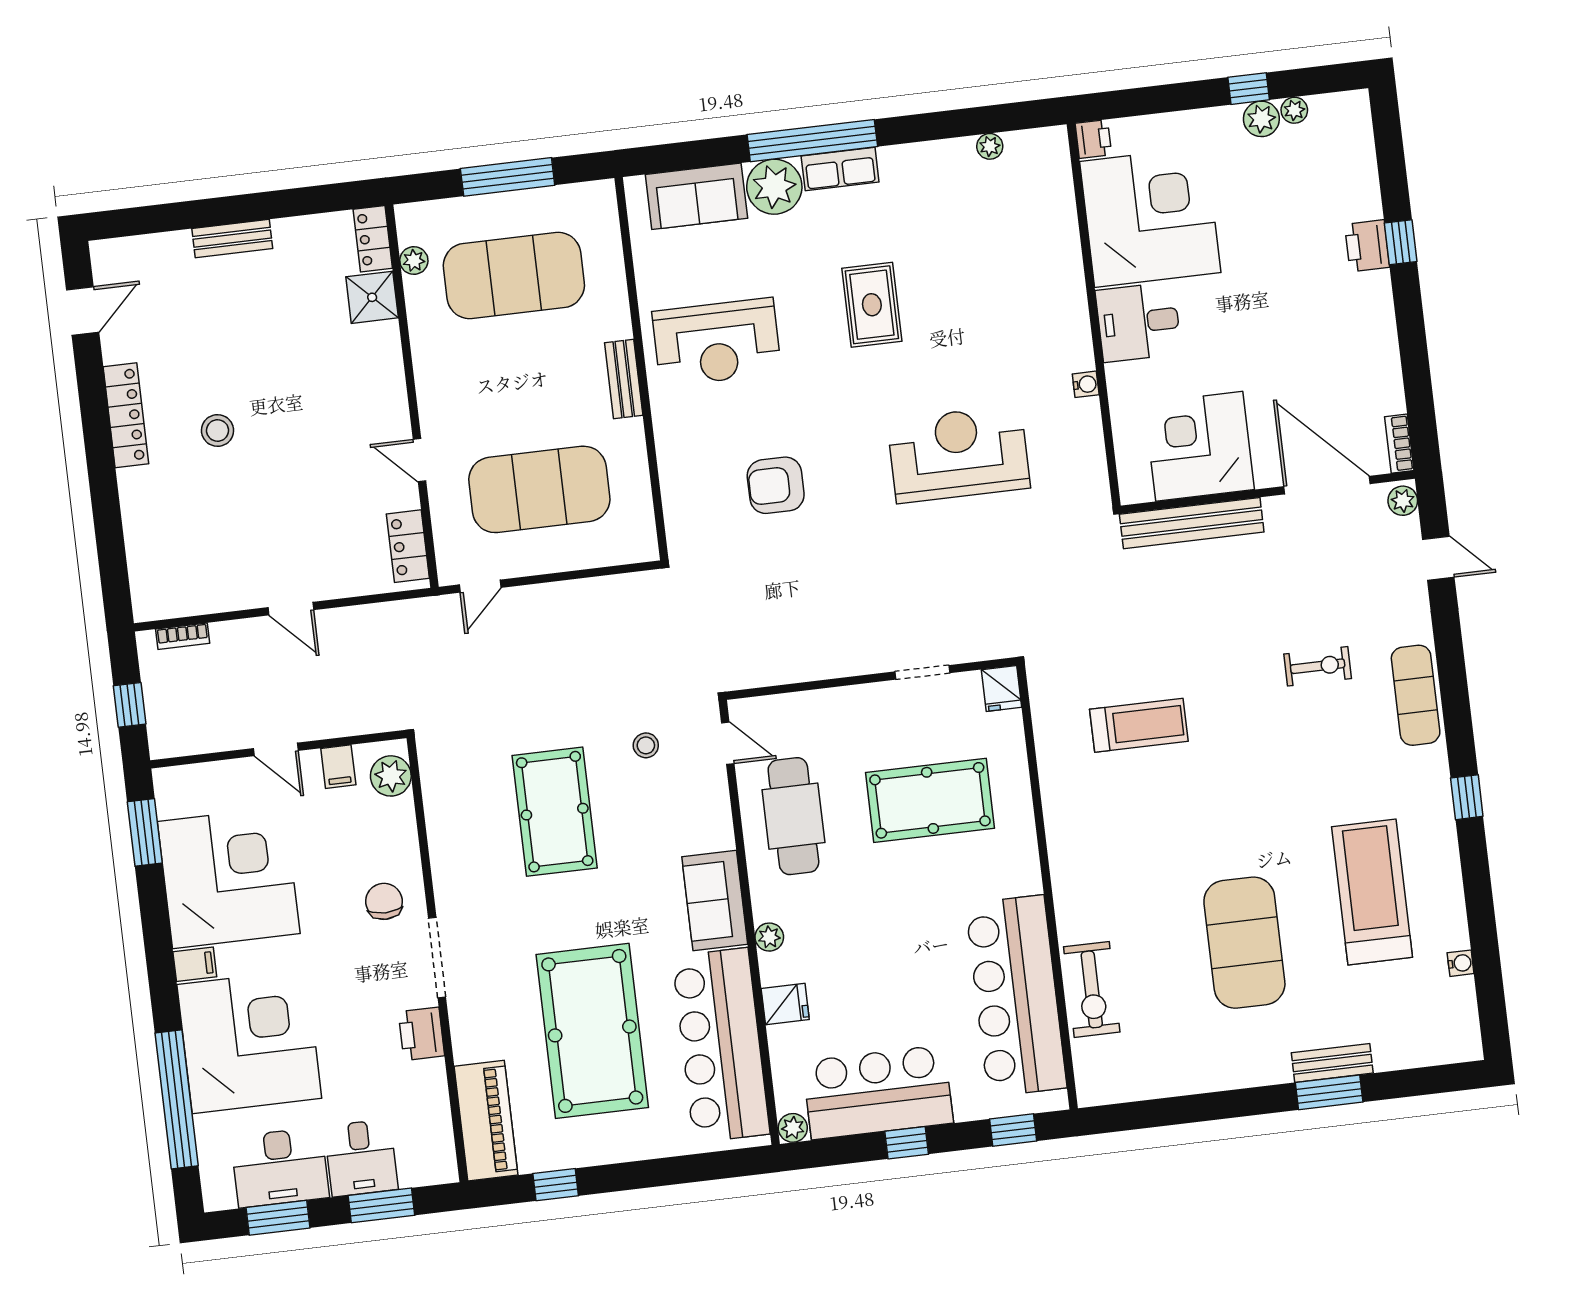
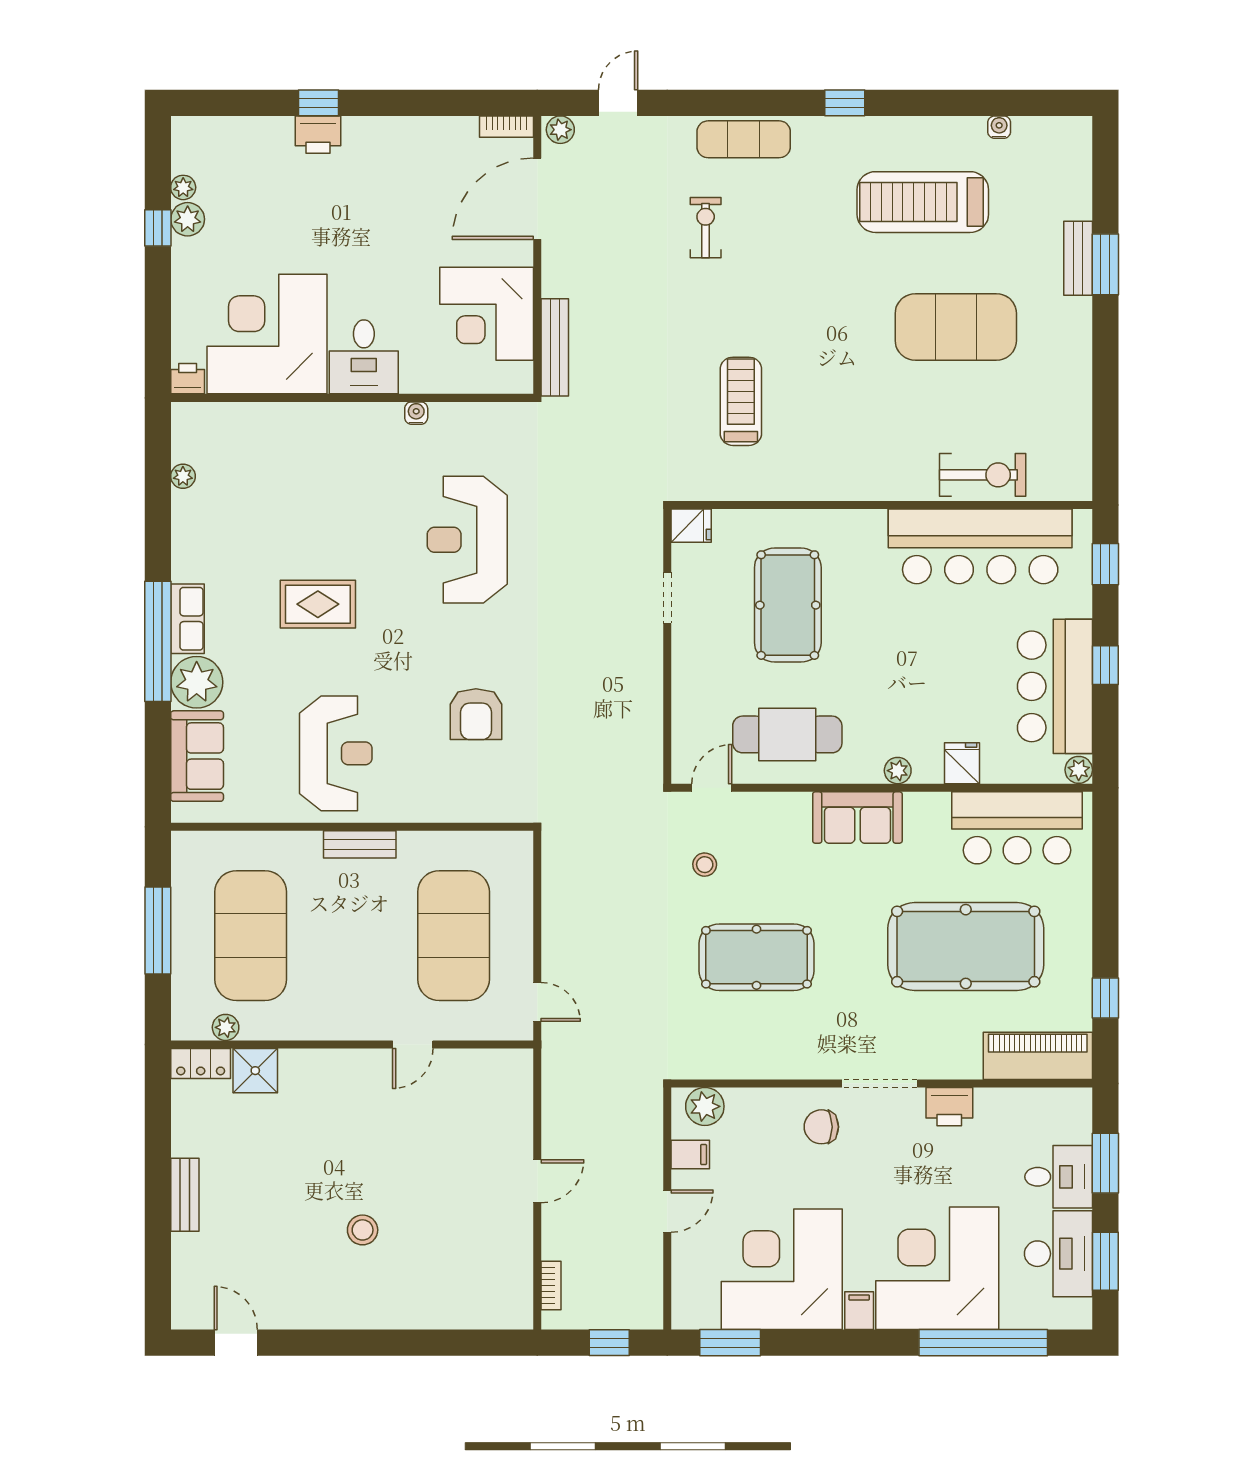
locker: (126, 415) -> (338, 1314), removed
bench: (1192, 523) -> (555, 347), width x0.73, depth x0.82
locker: (408, 546) -> (492, 1065), removed
bar counter: (721, 1045) -> (1017, 828), width x0.73

